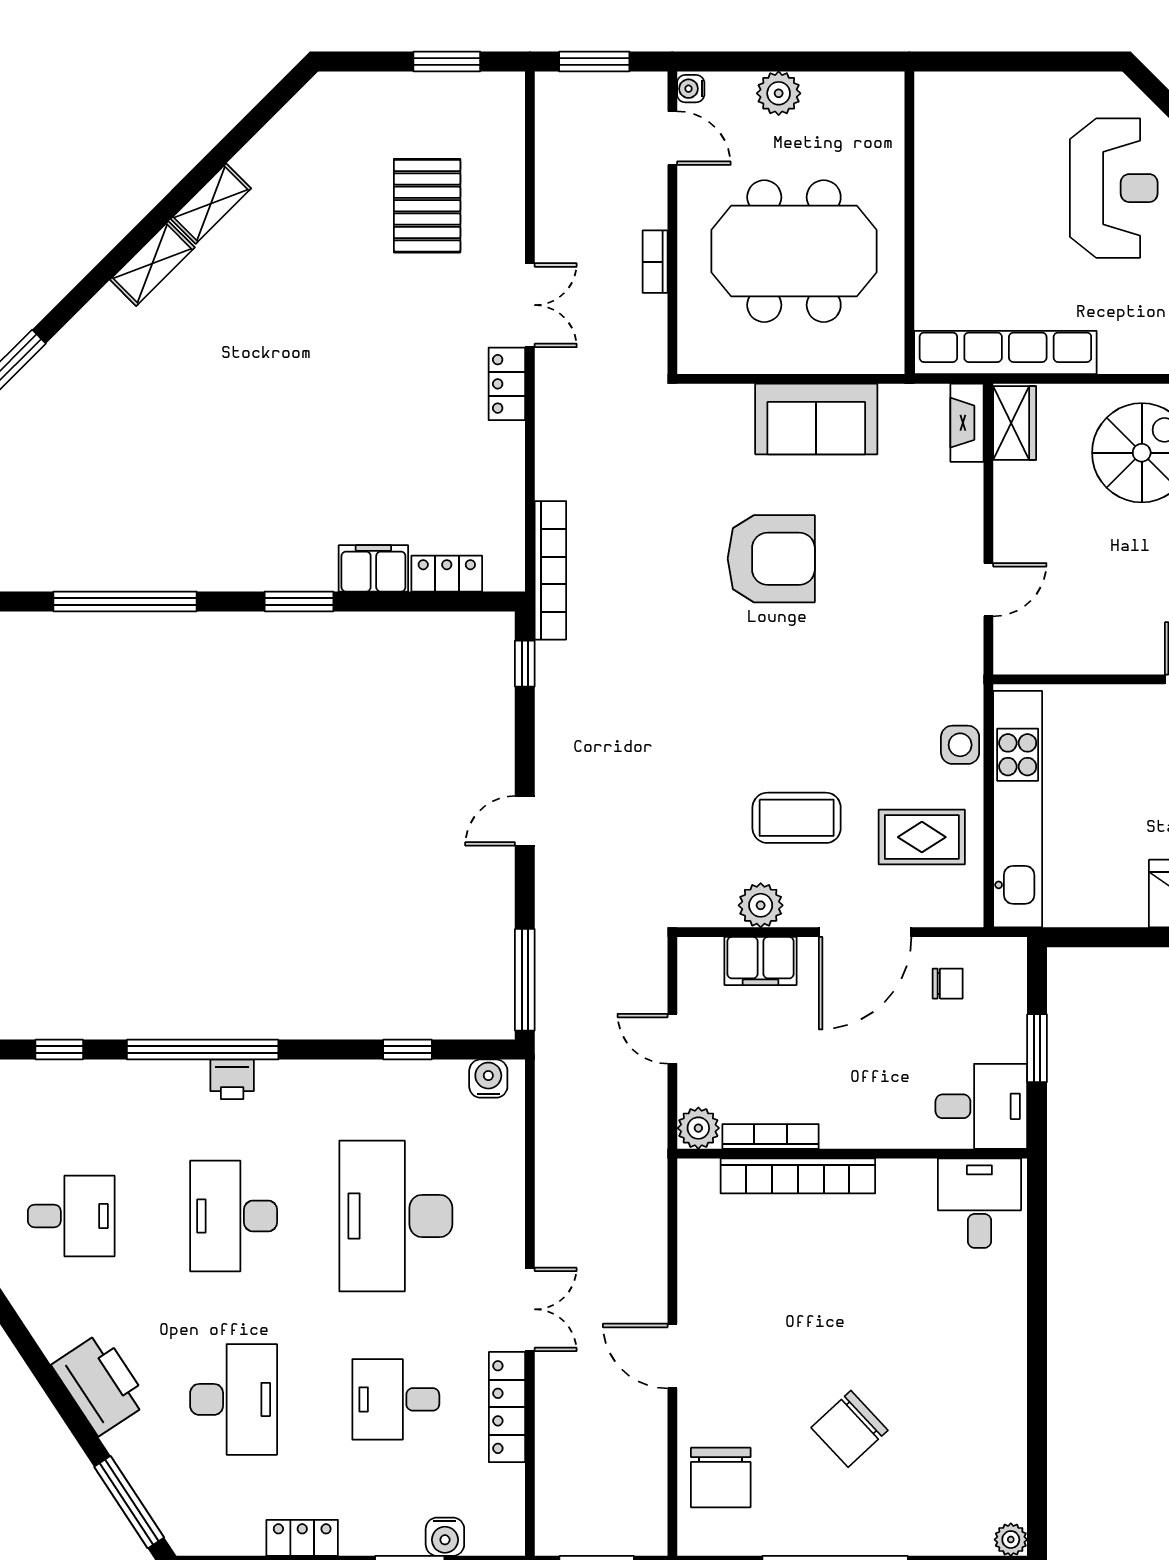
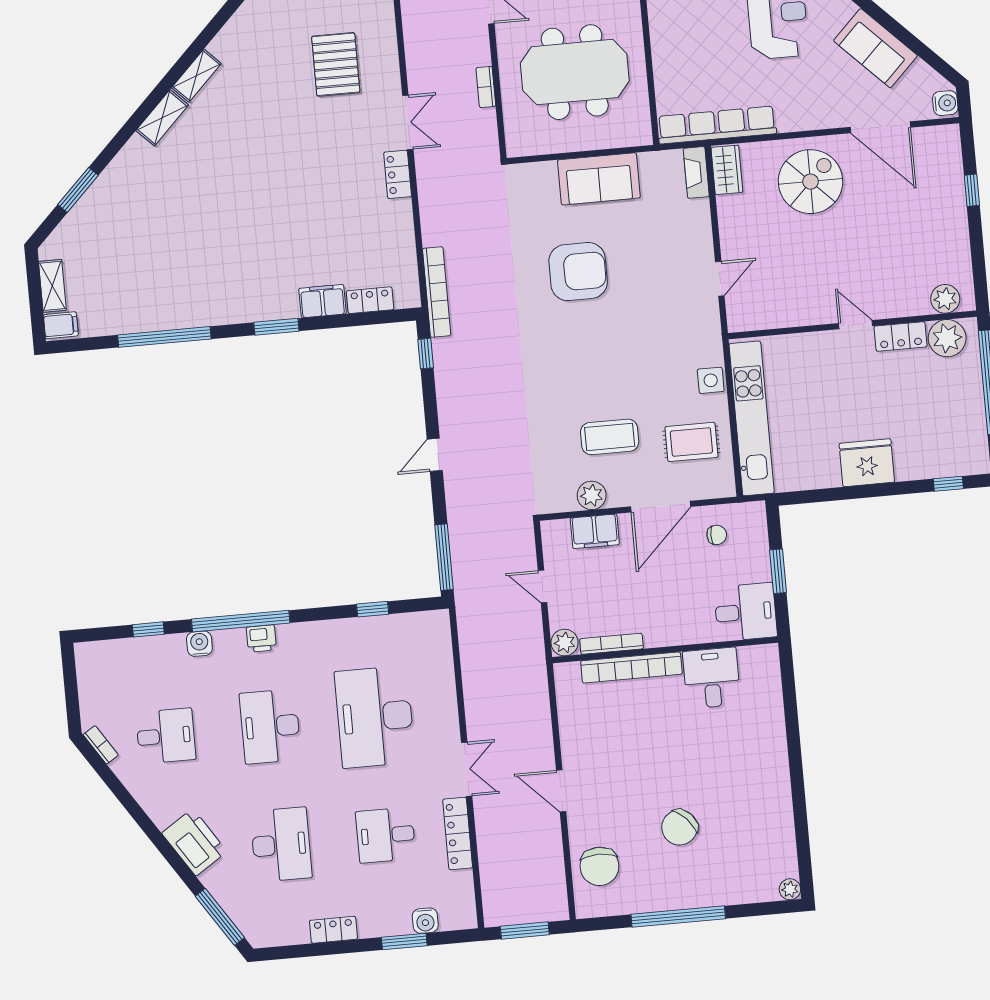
water cooler: (488, 1079) -> (199, 644), moved
desk: (979, 1203) -> (712, 678), moved

